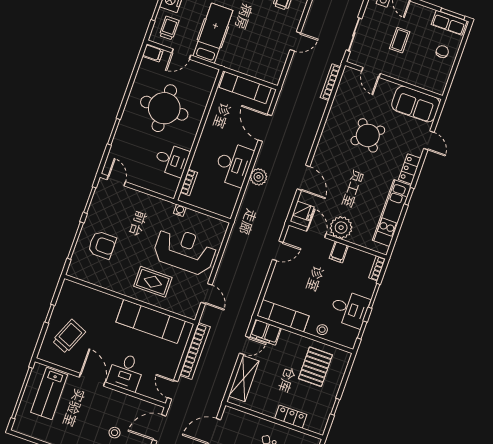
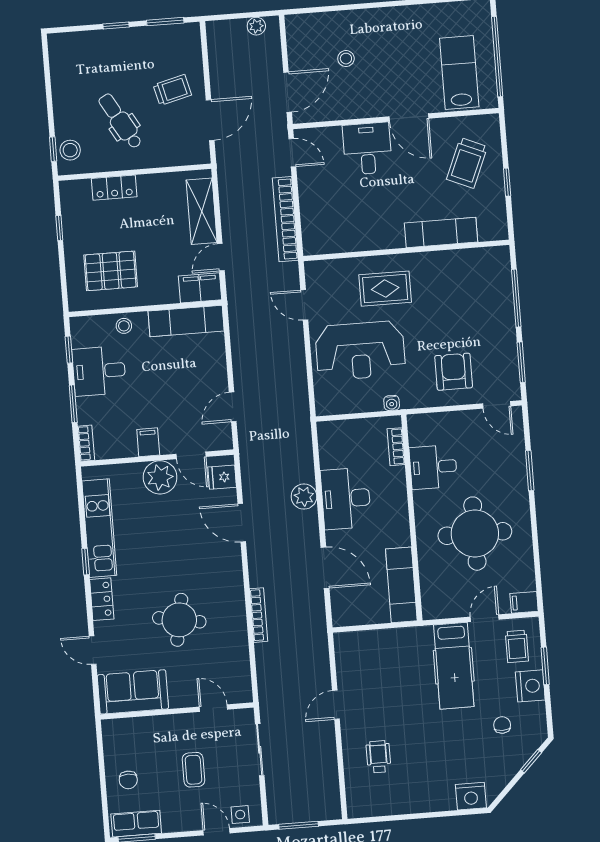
bookcase: (330, 82) -> (259, 615), moved
exam couch: (245, 88) -> (401, 585), moved, turned -90
round table: (368, 135) -> (179, 620), turned -38
armchair: (102, 245) -> (454, 372), moved, turned 90
exam couch: (151, 321) -> (441, 232), moved, width x0.73, depth x0.69
pallet: (315, 367) -> (111, 271), turned 90

